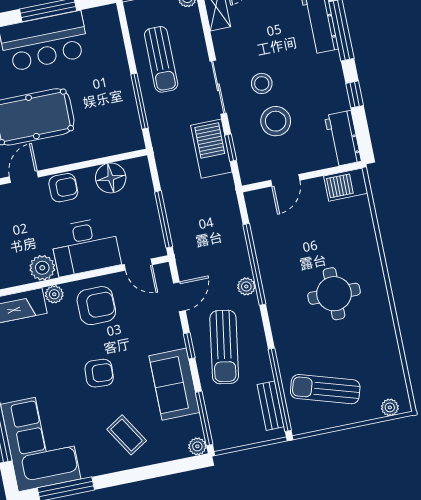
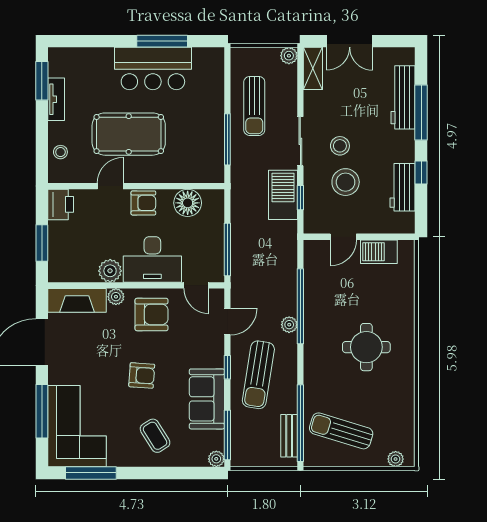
workbench: (343, 138) -> (403, 187), moved
barbecue: (346, 185) -> (379, 252), moved

